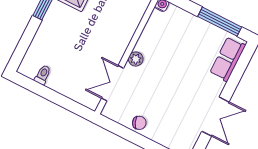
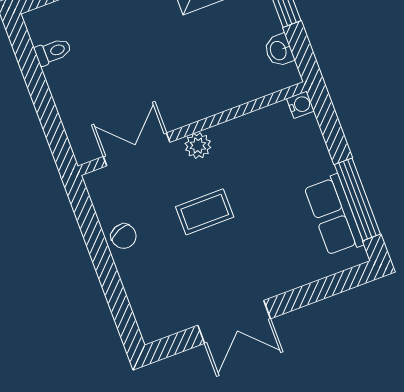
row of seats: (228, 59) -> (334, 215), moved, turned -90
coffee table: (163, 83) -> (205, 212), added

